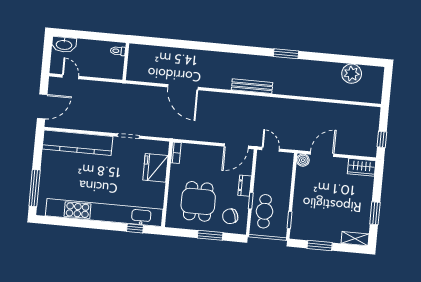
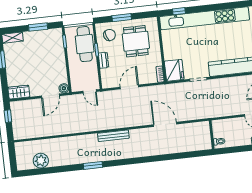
door: (236, 146) -> (129, 87), moved
fridge: (156, 168) -> (174, 70), moved
cafe table: (265, 211) -> (85, 44), width x1.37, depth x1.35

